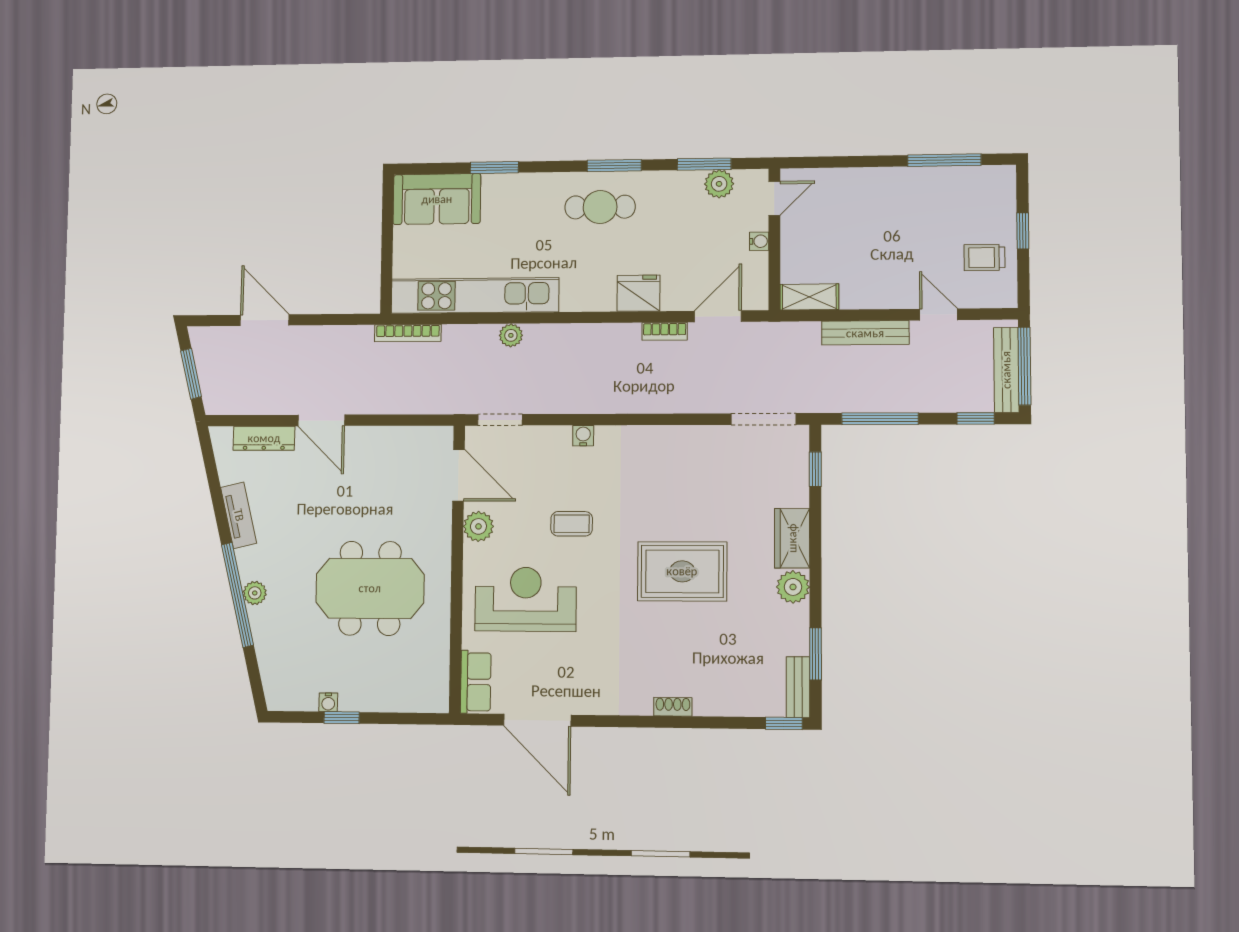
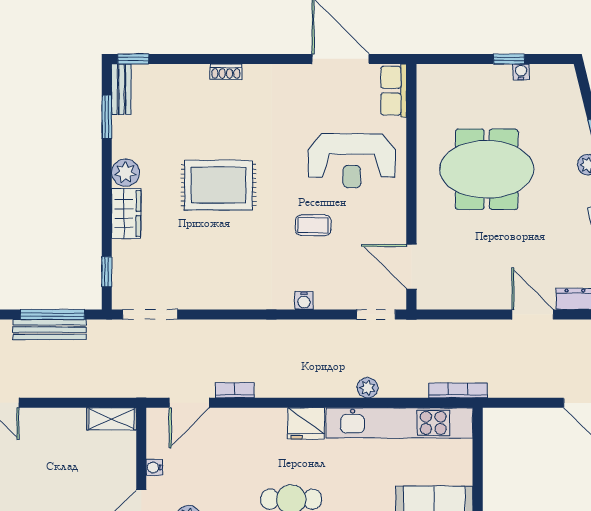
fridge: (638, 293) -> (306, 423), moved
bench: (865, 333) -> (50, 330), moved
plant: (478, 526) -> (393, 223), removed

